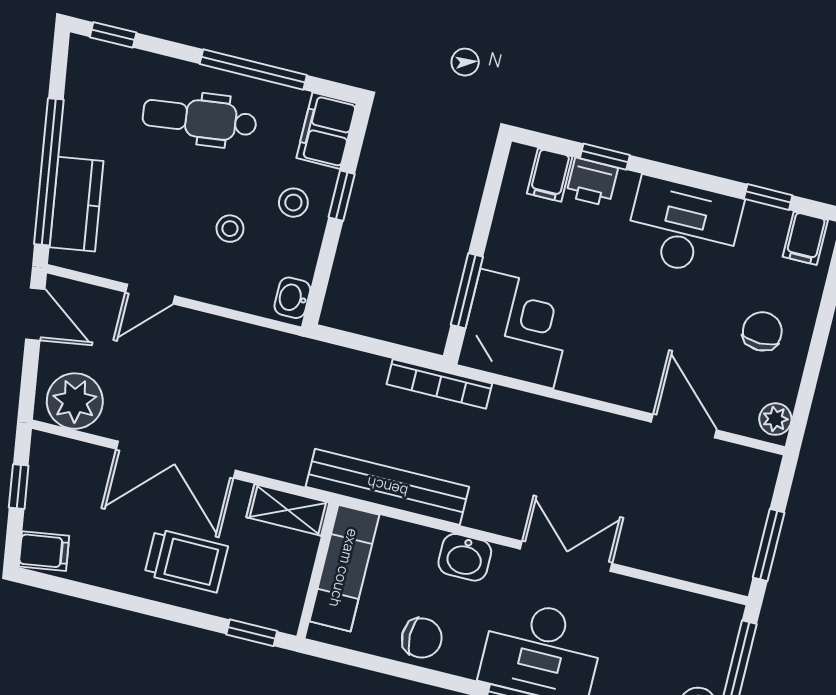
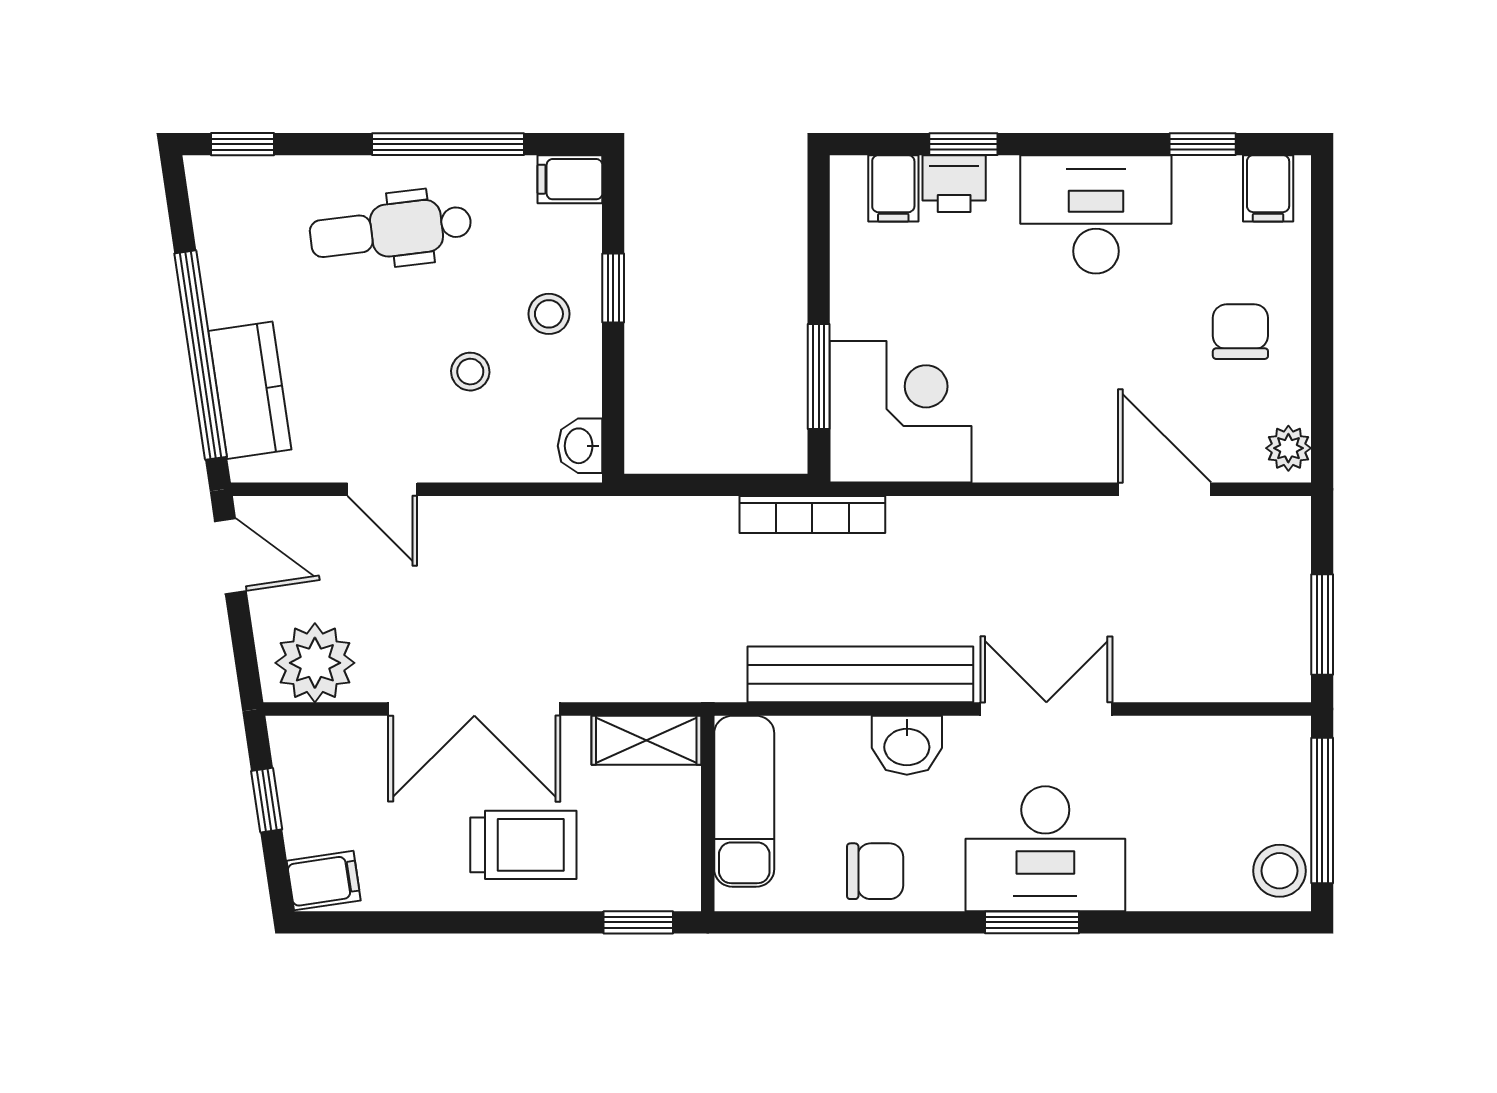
filing cabinet: (326, 131) -> (570, 179), width x0.50
door: (150, 294) -> (382, 489), hinge flipped
bench: (387, 487) -> (860, 674), moved

